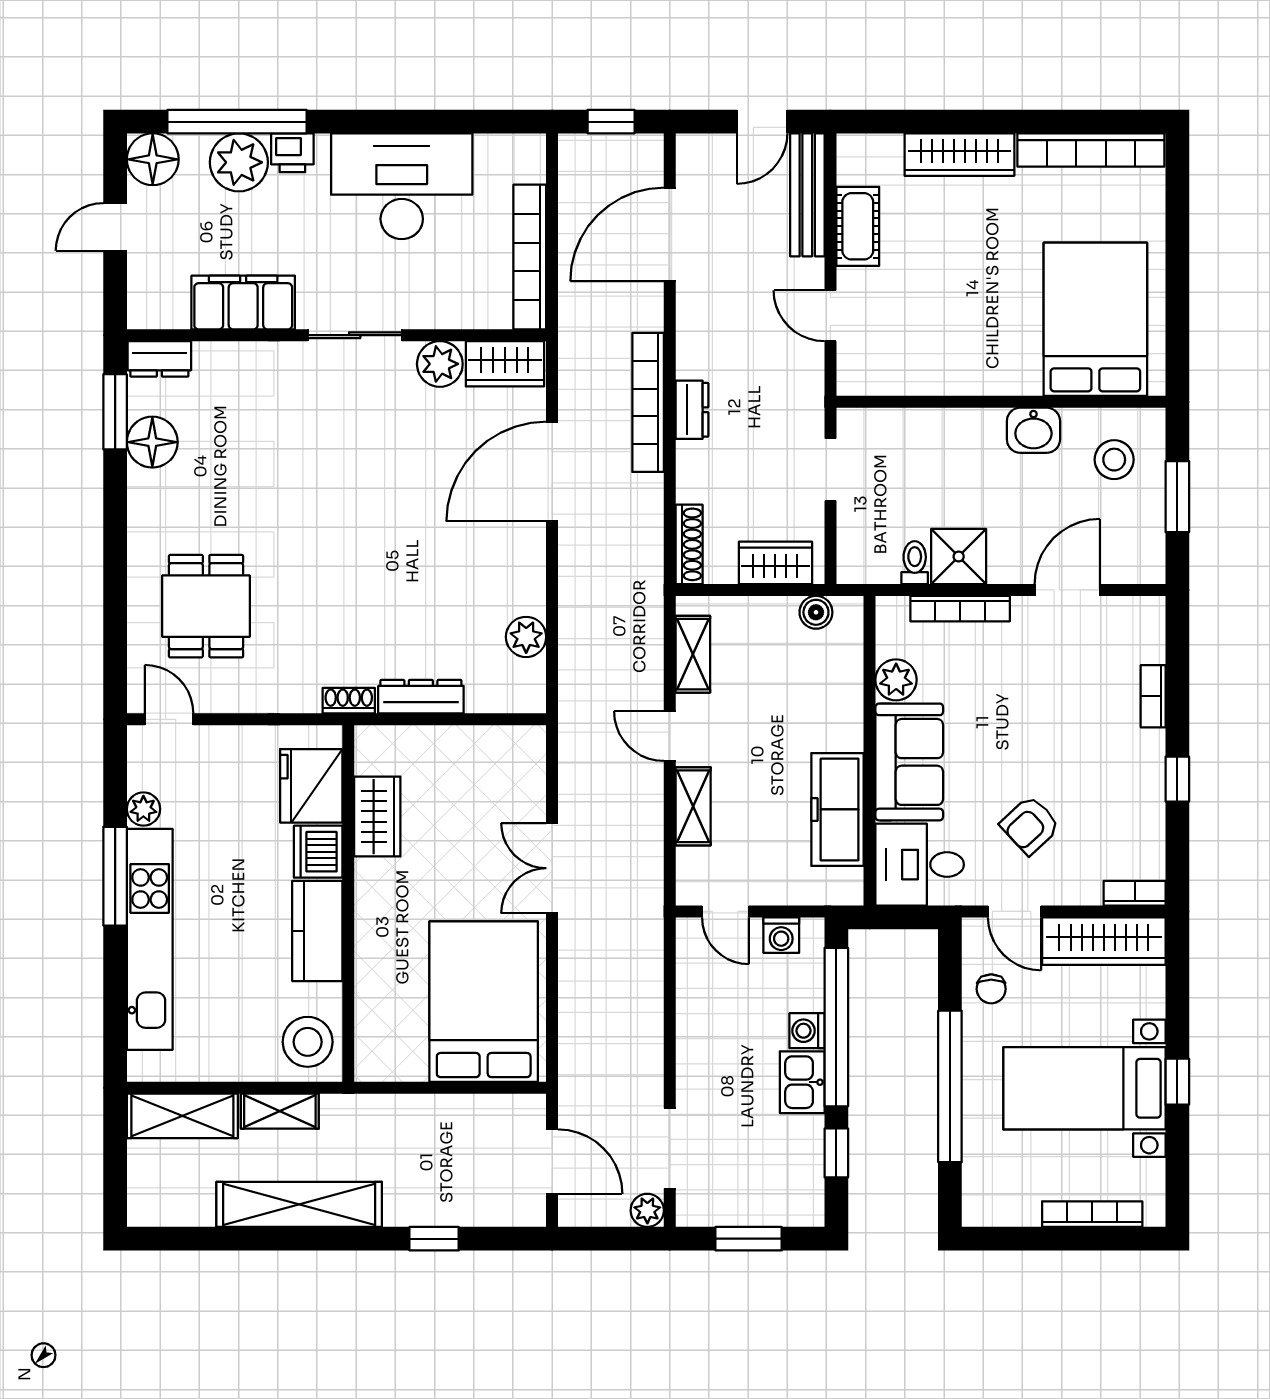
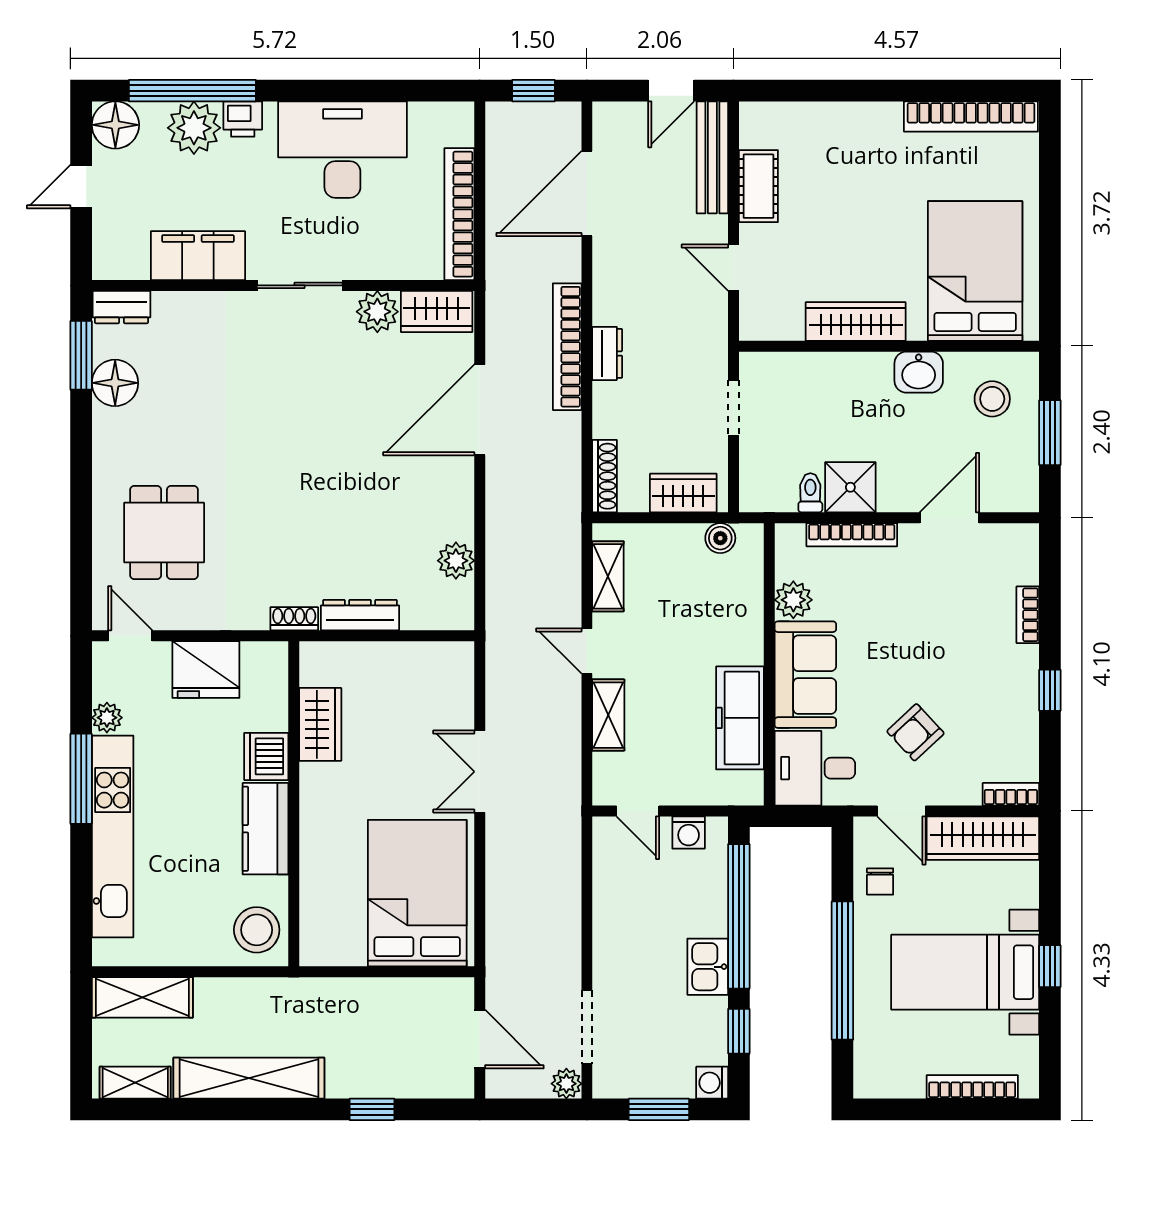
wardrobe: (959, 155) -> (856, 321), moved, turned 180
fridge: (311, 786) -> (206, 670), moved, turned -90
washing machine: (807, 1031) -> (712, 1083), moved
shelving: (280, 1111) -> (135, 1083), moved

